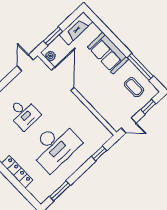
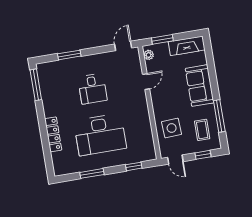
door: (63, 79) -> (146, 82), width x0.53
side table: (108, 102) -> (172, 128), added
window: (60, 191) -> (92, 173), moved

